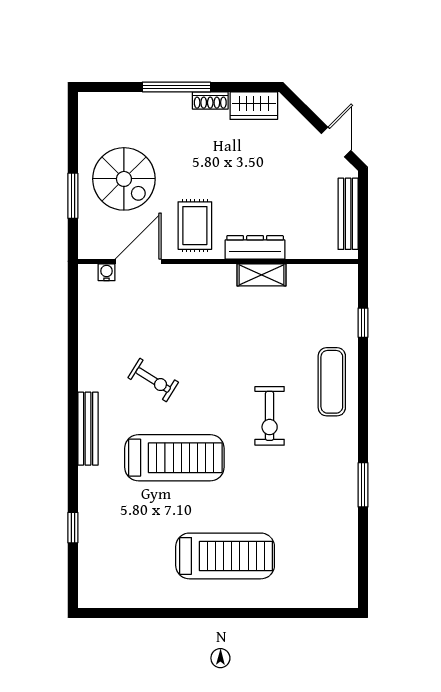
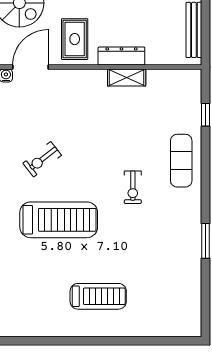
exercise bike: (153, 380) -> (42, 159), turned 110
exercise bike: (270, 416) -> (133, 187), width x0.73, depth x0.72
treadmill: (225, 556) -> (98, 296), width x0.73, depth x0.73

